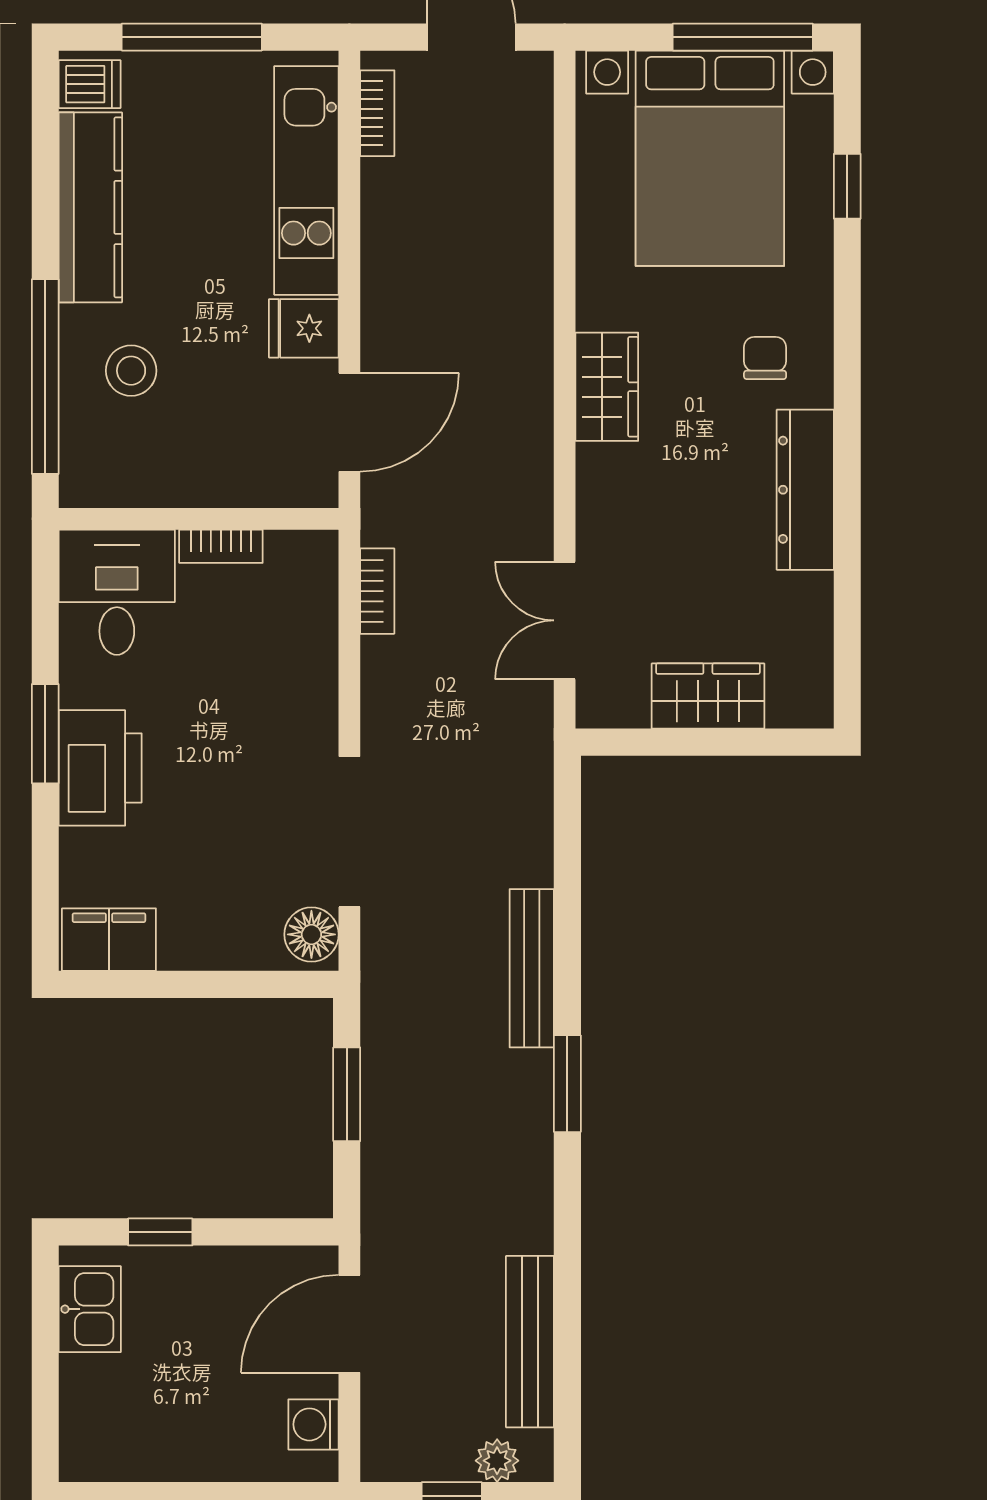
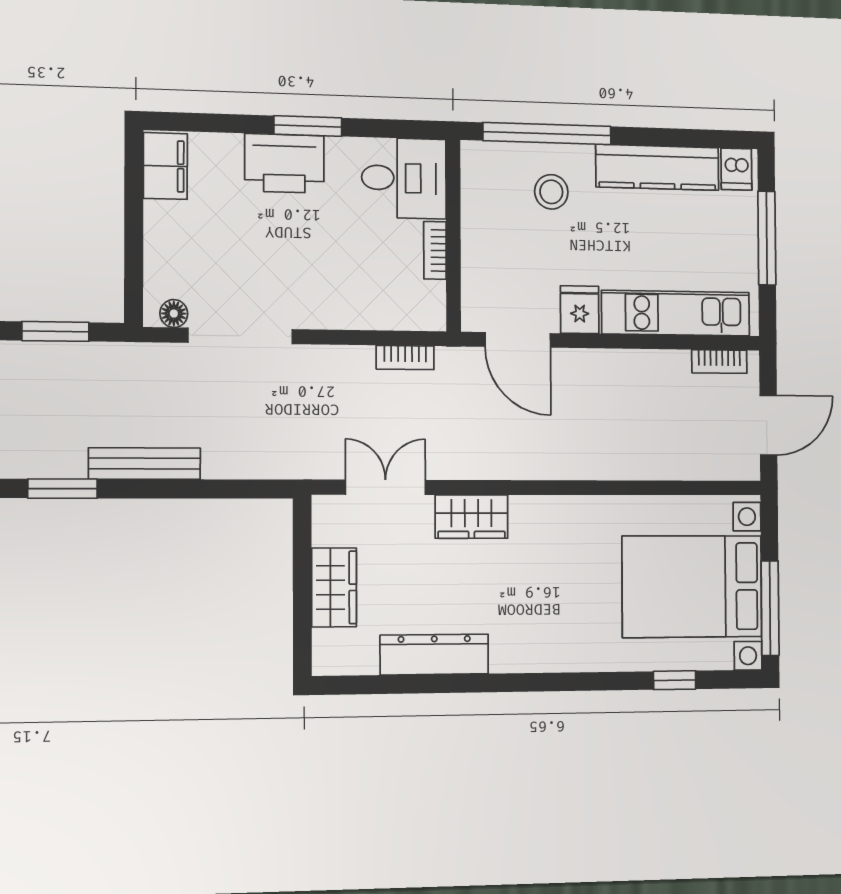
chair: (765, 358) -> (562, 625), removed
wardrobe: (607, 387) -> (471, 517), moved
dresser: (805, 490) -> (434, 654), moved
floor lamp: (311, 934) -> (174, 314), width x0.73, depth x0.73

